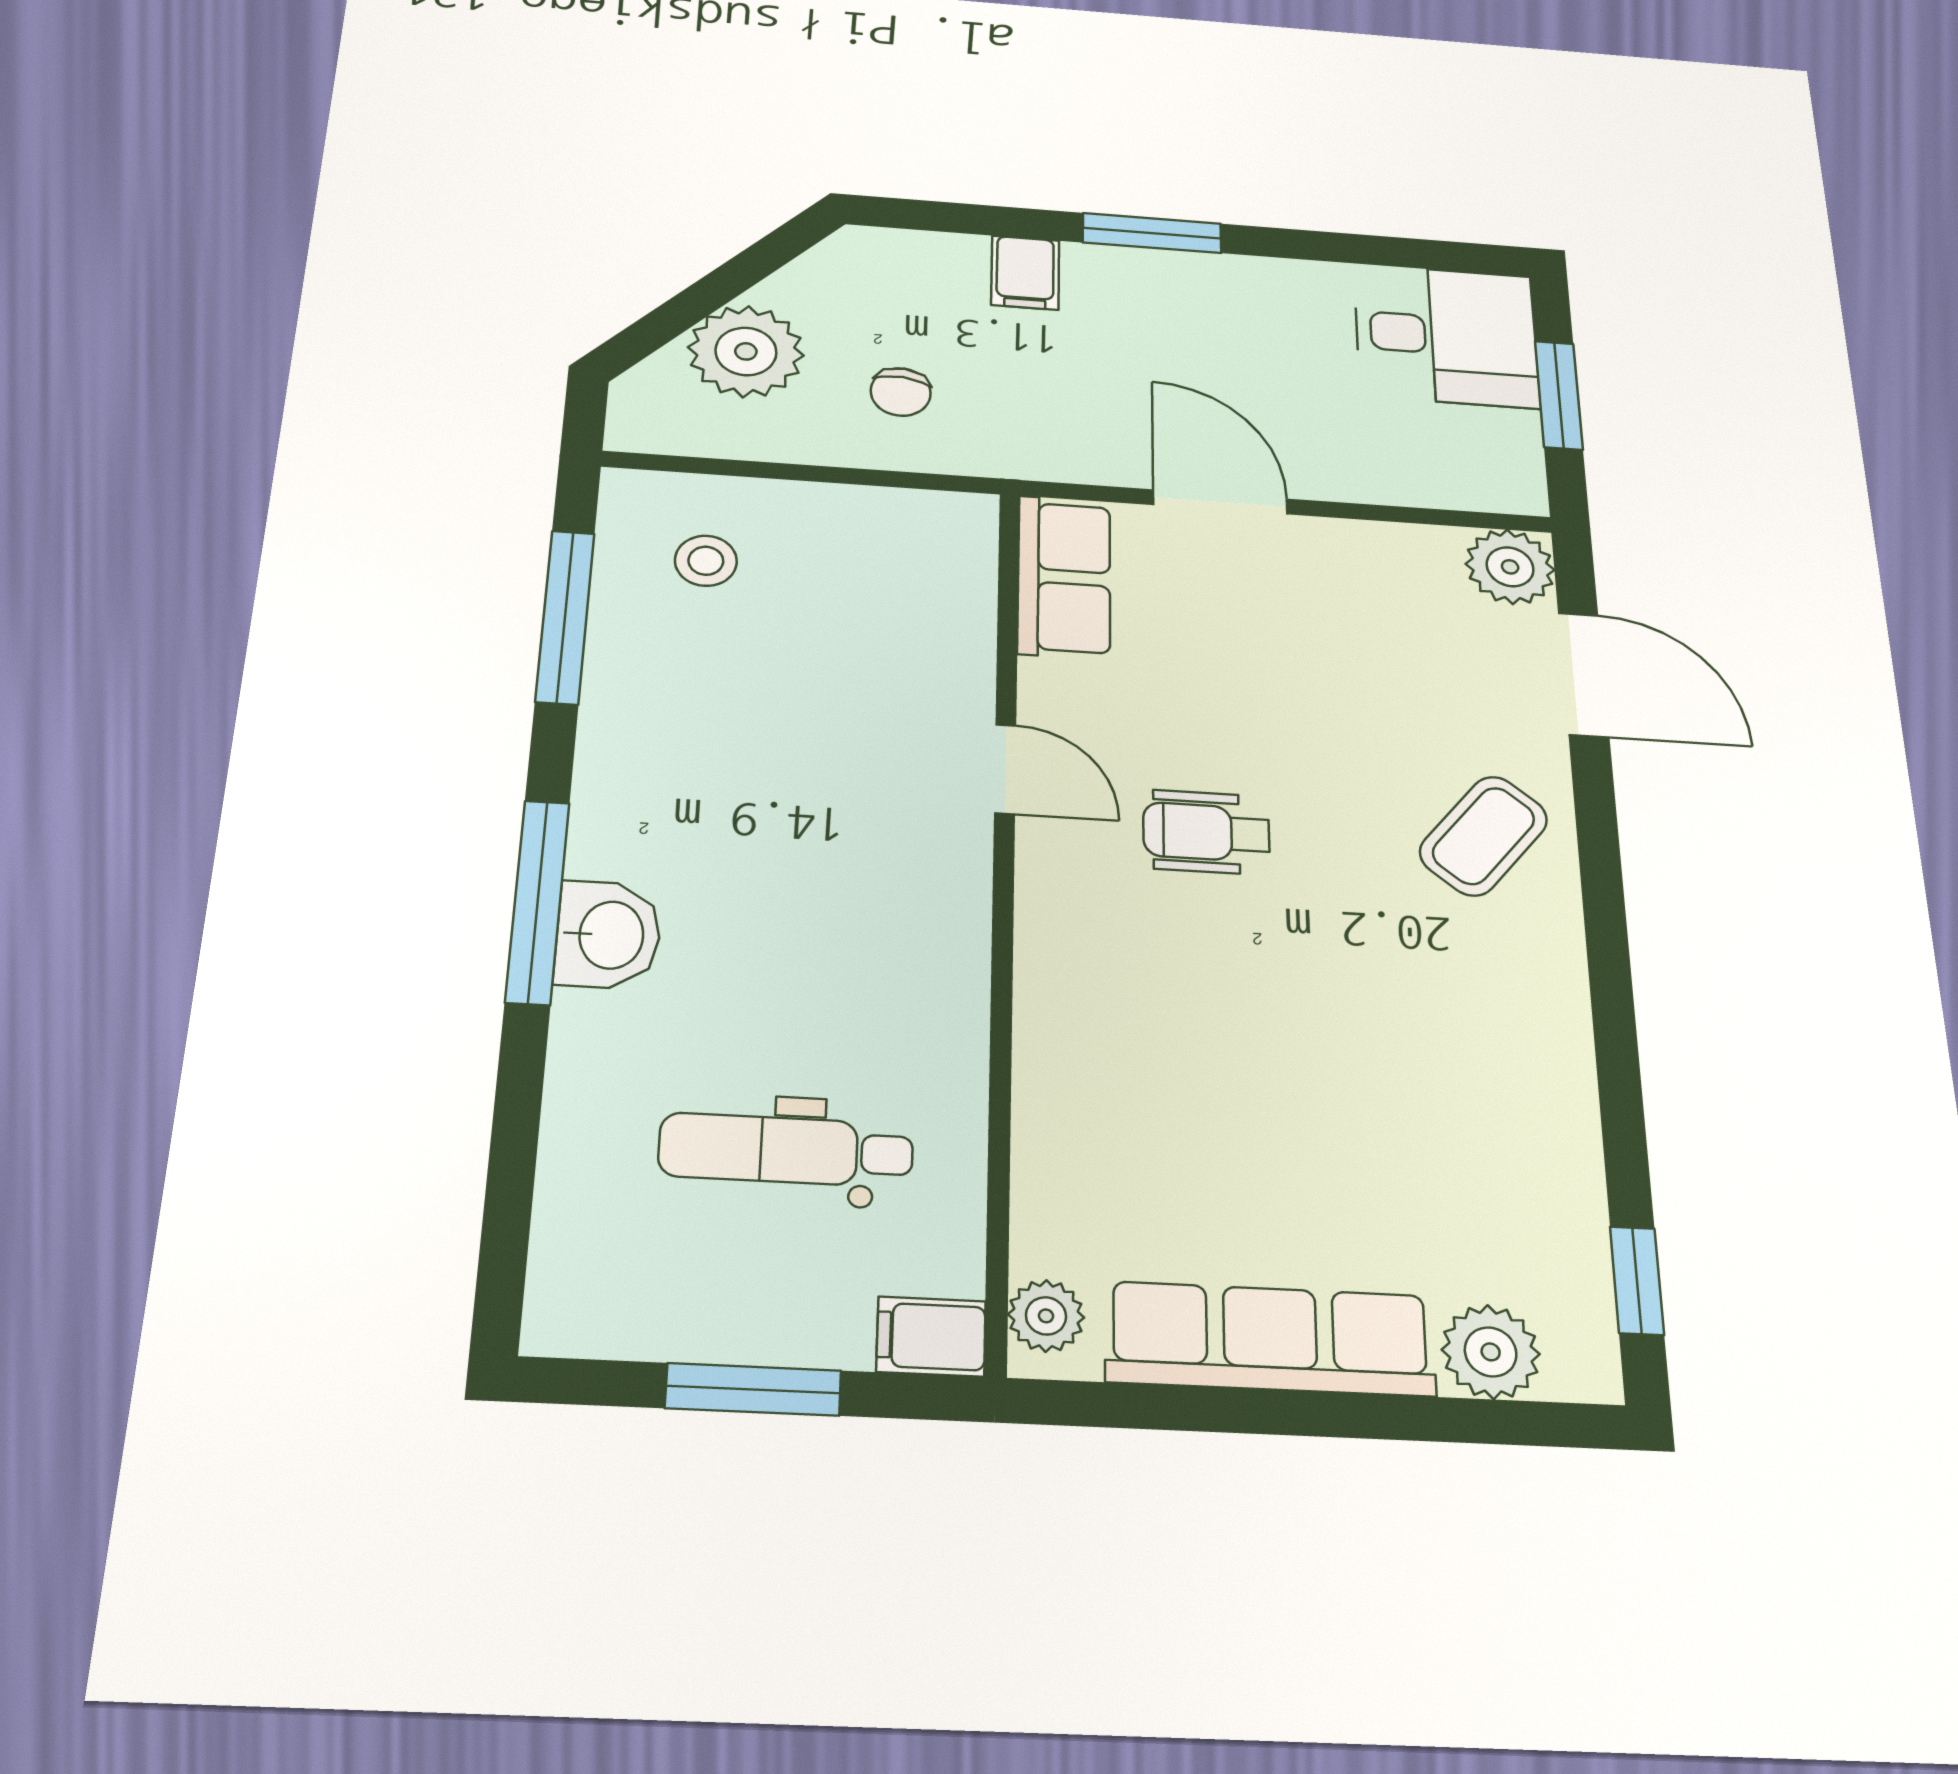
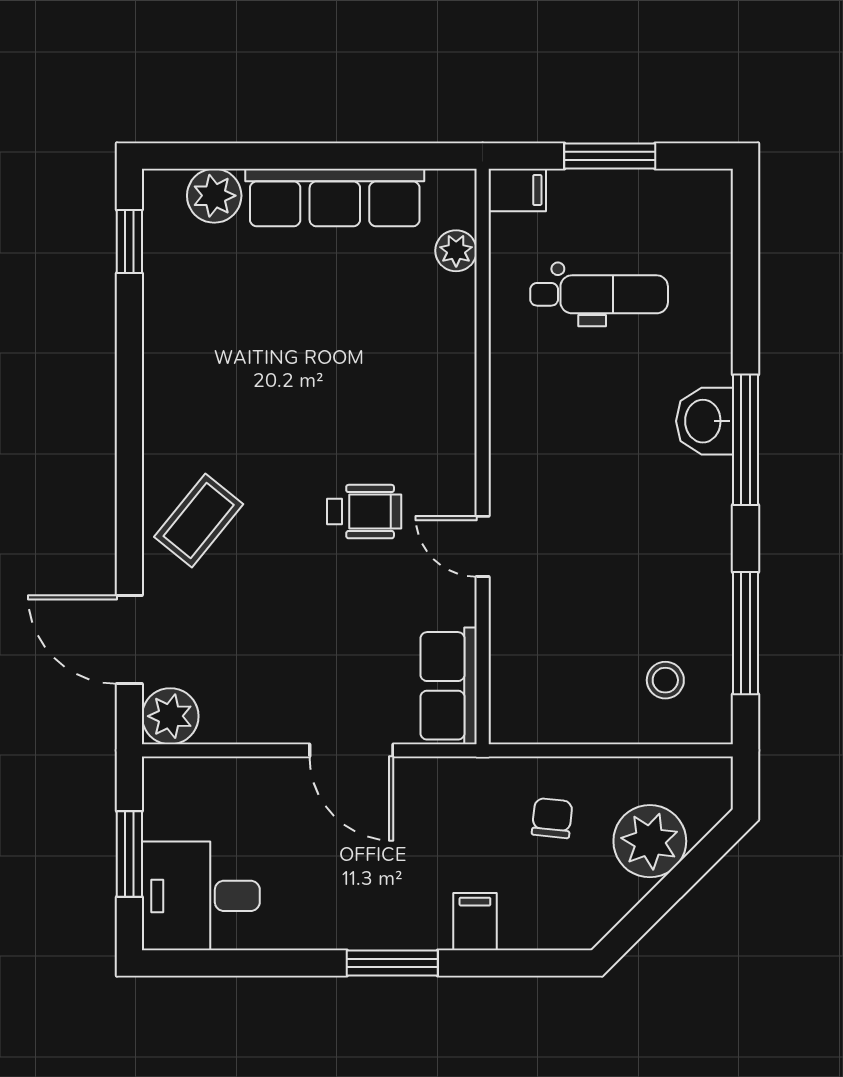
plant: (1046, 1316) -> (456, 251), moved

